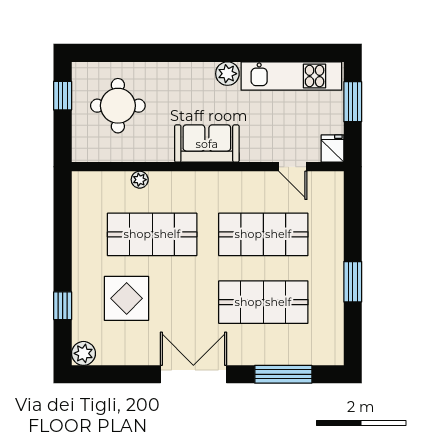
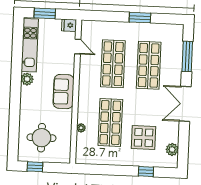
door: (293, 167) -> (78, 47), hinge flipped
plant: (83, 353) -> (172, 150), moved

